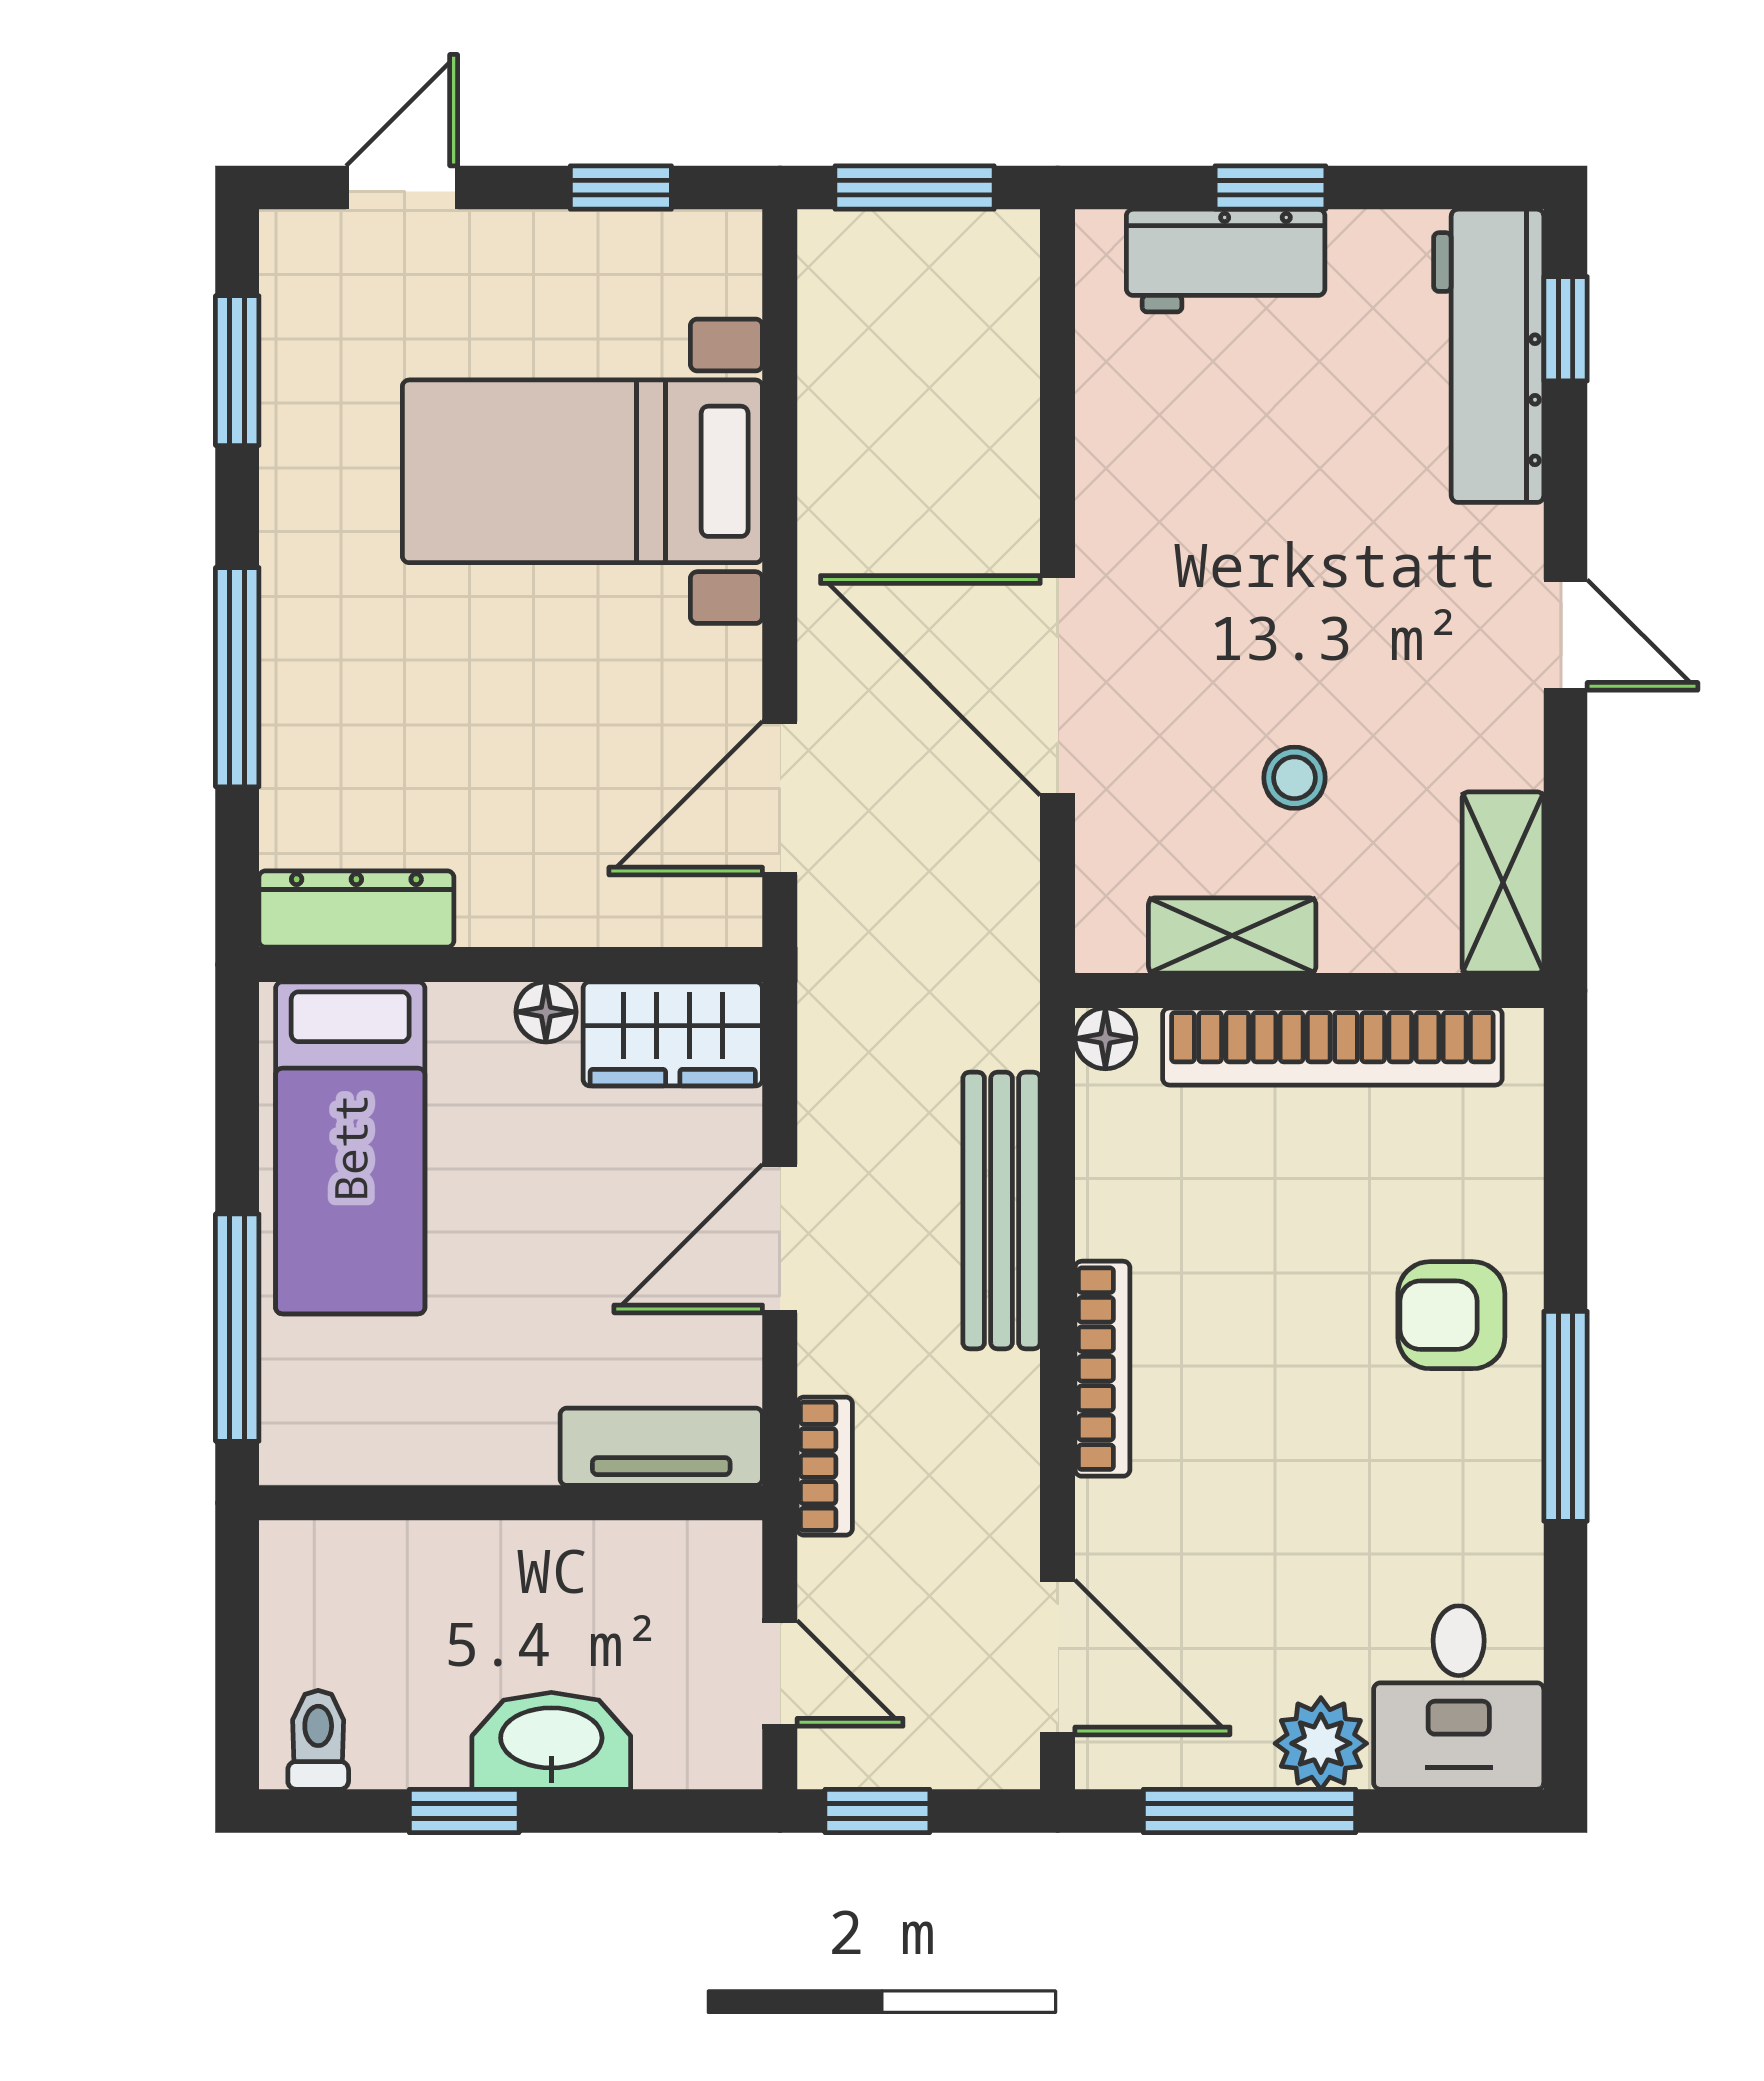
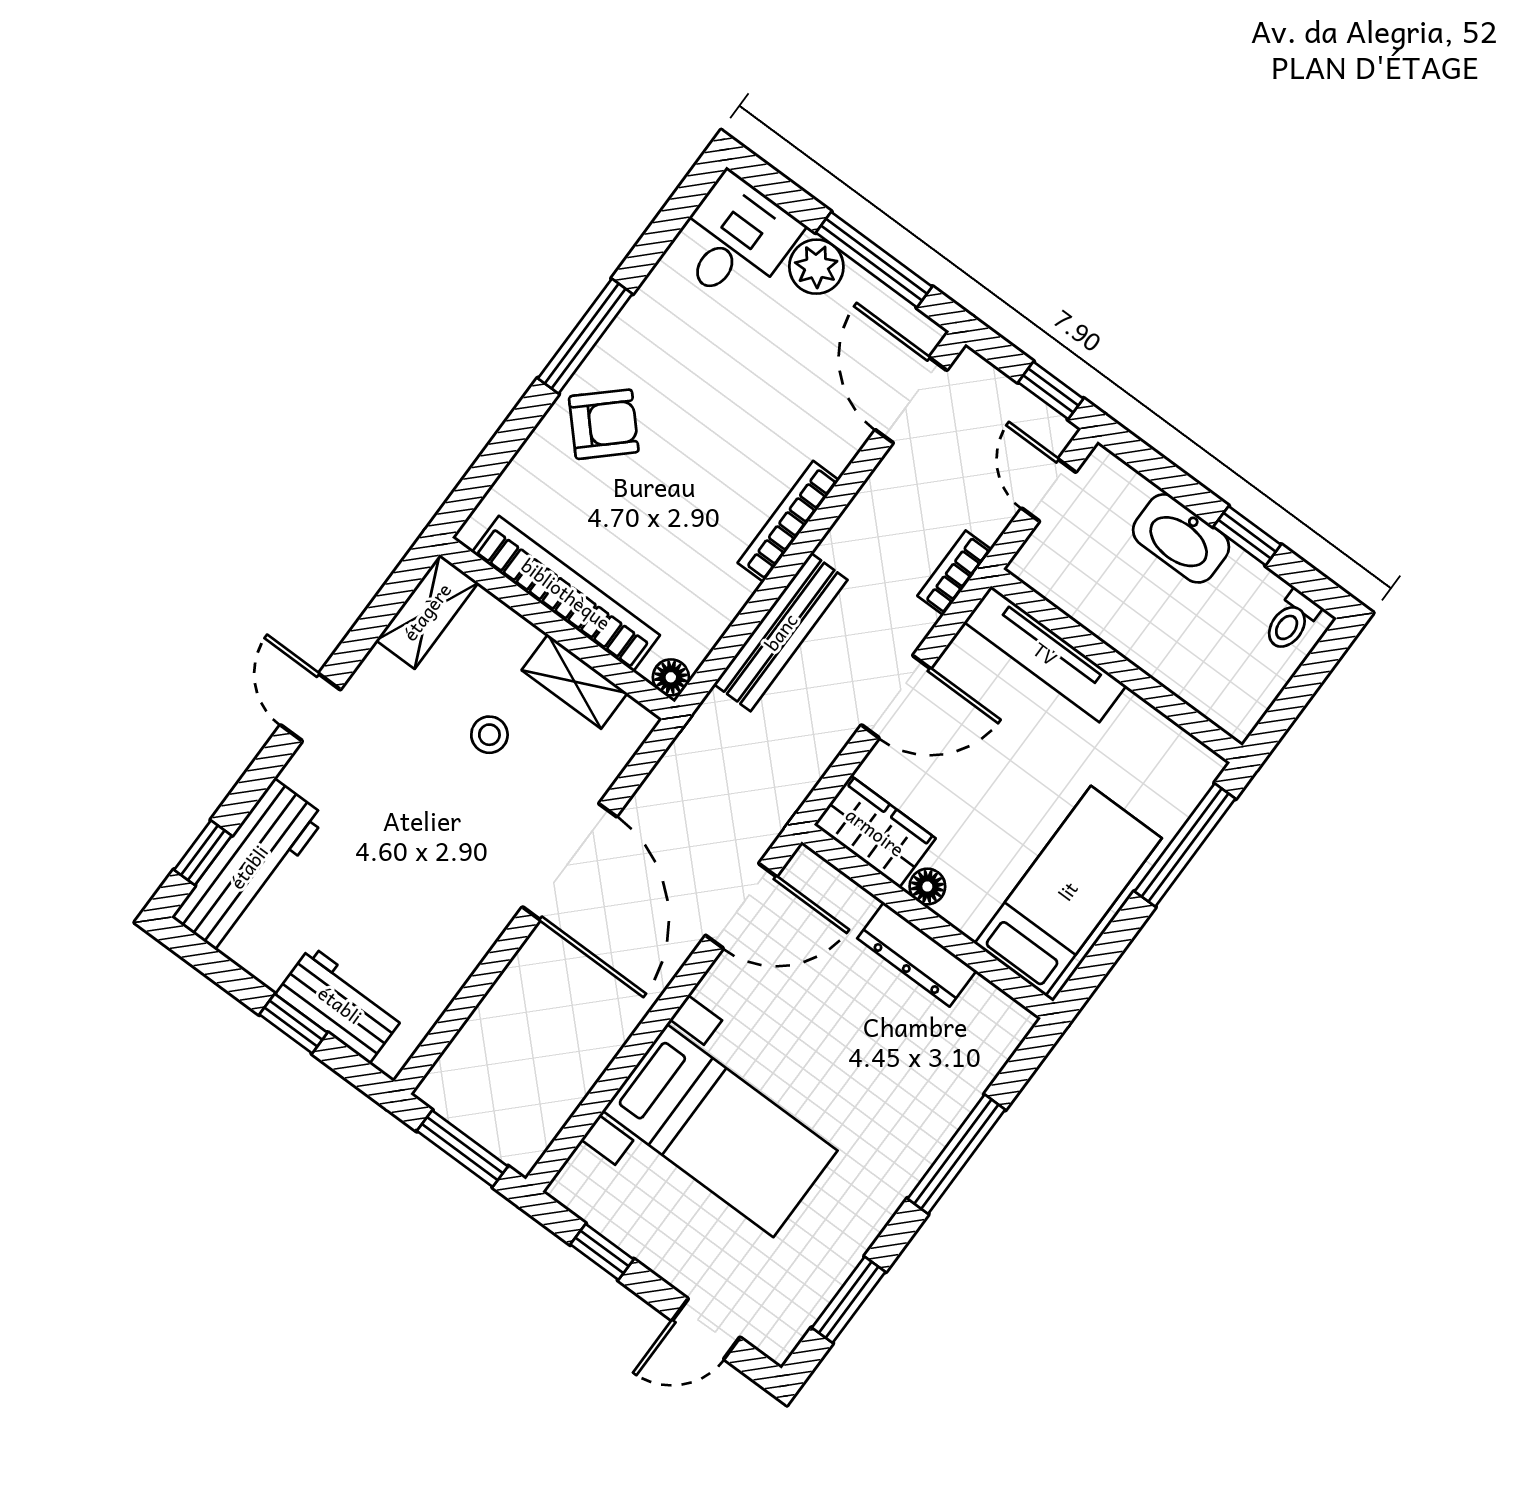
dresser: (356, 909) -> (917, 954), moved
armchair: (1451, 1315) -> (604, 424), turned -43
tv unit: (661, 1447) -> (1045, 654), width x1.41

